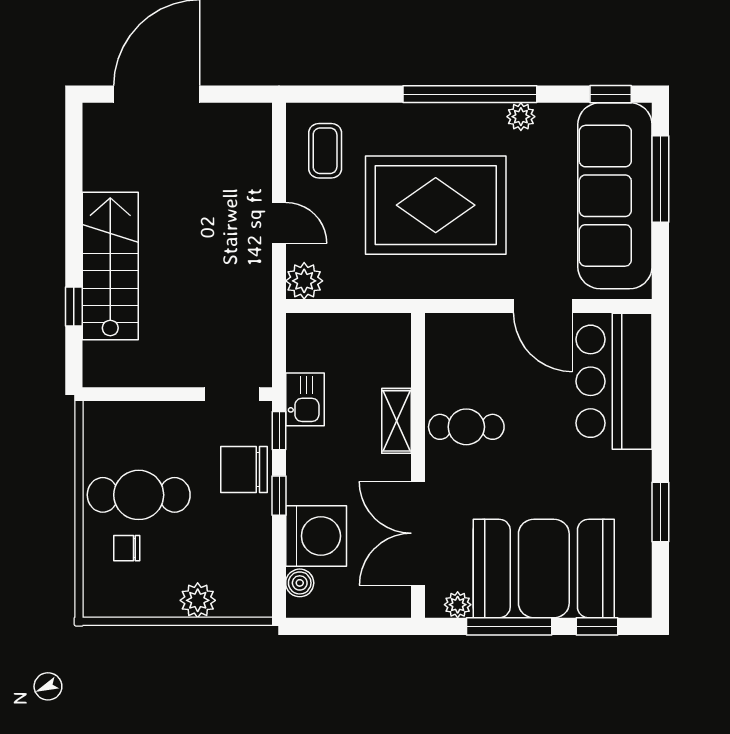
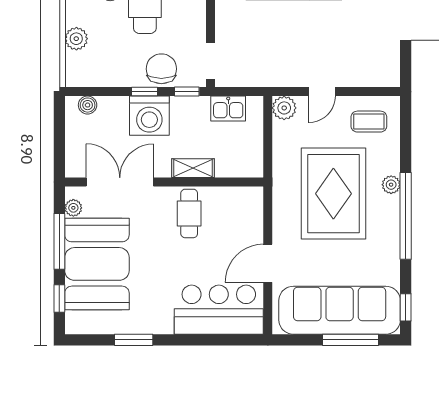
plant: (521, 117) -> (391, 185), moved
kitchen sink: (305, 399) -> (228, 108), moved
washing machine: (316, 536) -> (149, 116), moved

